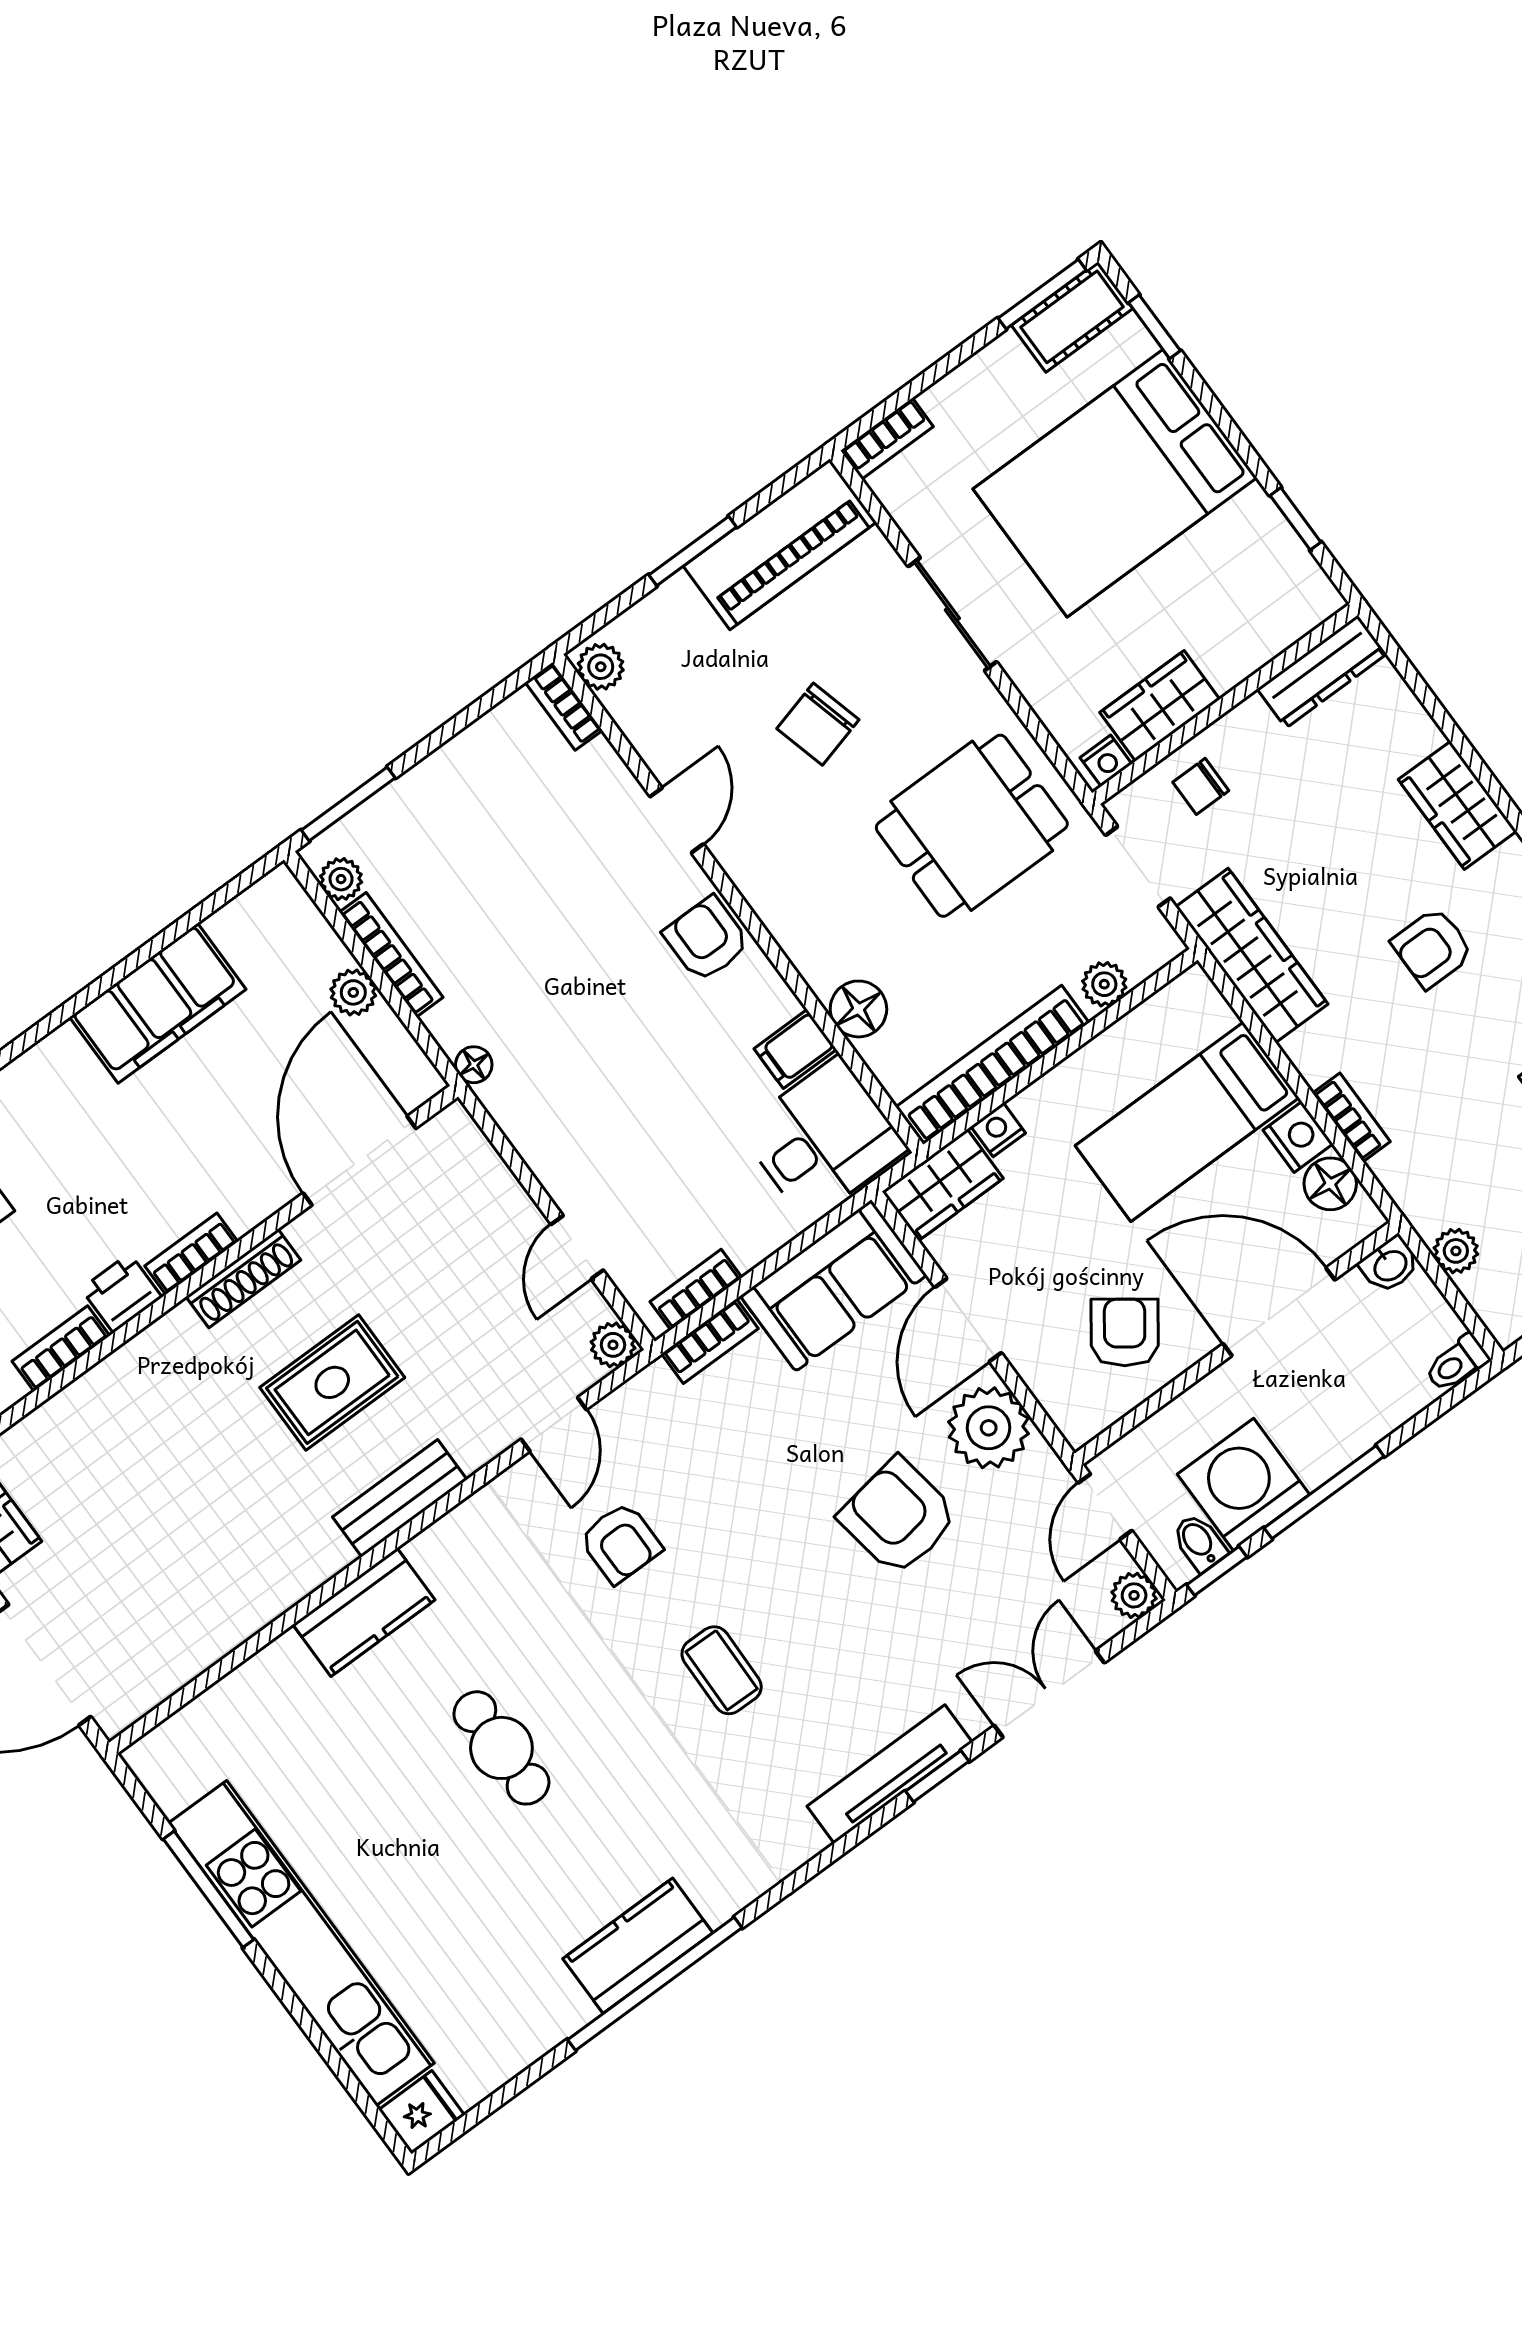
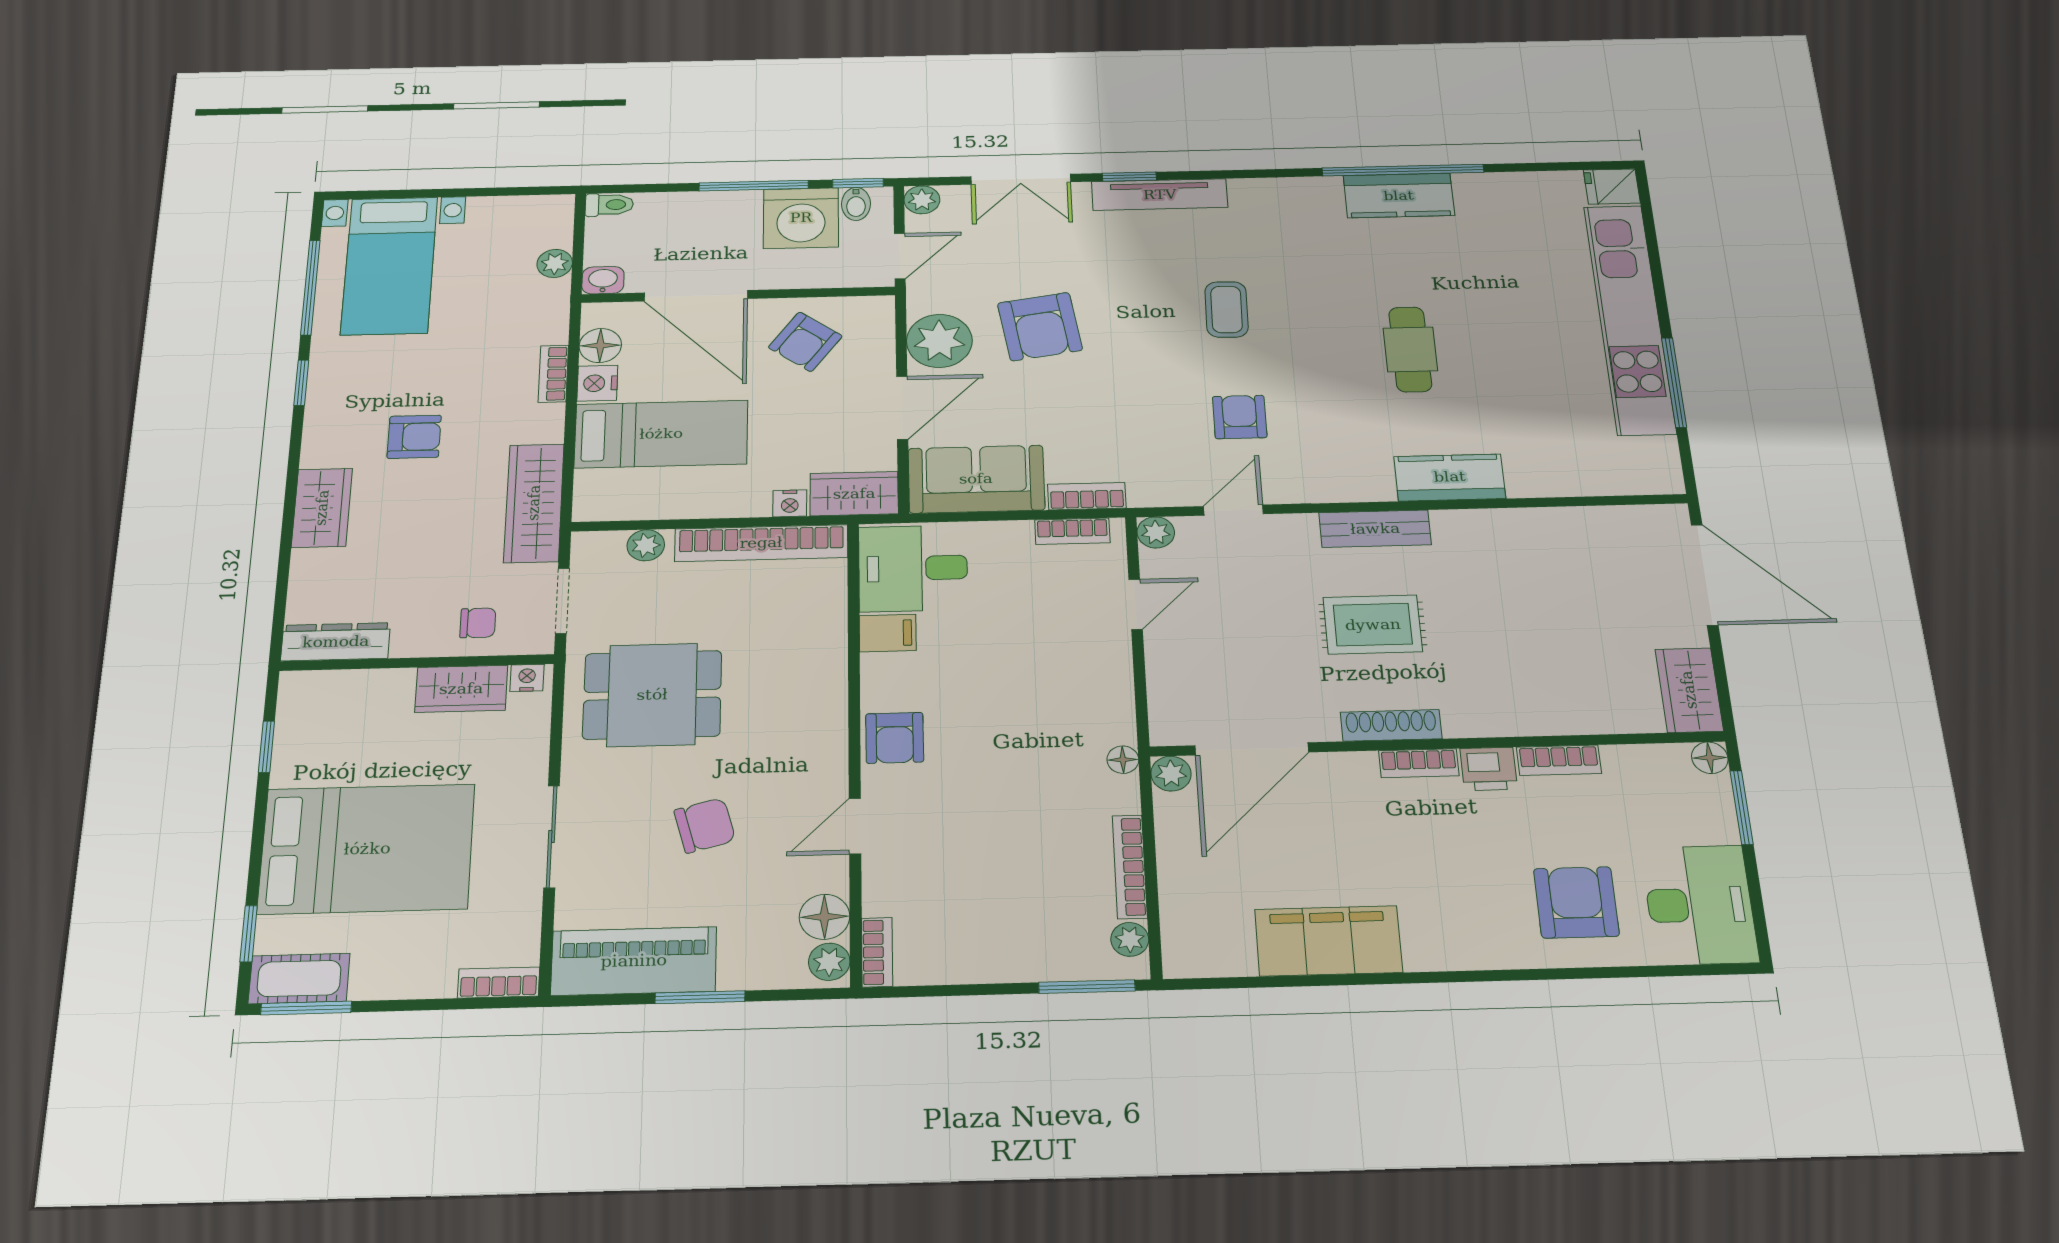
plant: (353, 992) -> (1171, 774), moved
floor lamp: (858, 1009) -> (824, 917), moved

